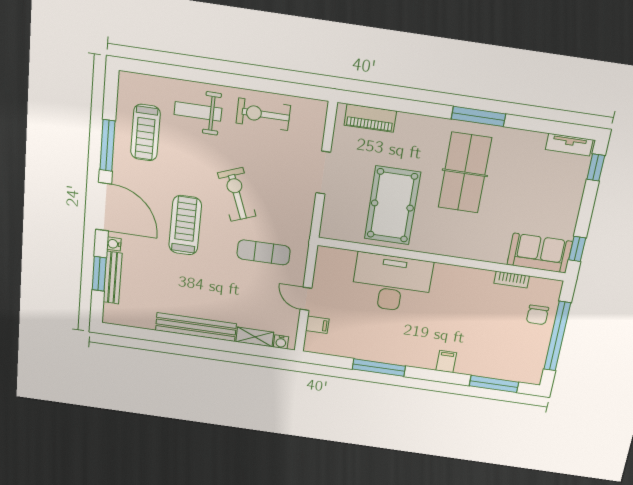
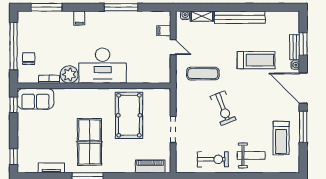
treadmill: (145, 133) -> (281, 138), turned 180
tv unit: (569, 145) -> (51, 168), moved
treadmill: (185, 225) -> (256, 60), moved, turned -90
bench: (113, 278) -> (295, 47), width x0.73
plant: (478, 282) -> (69, 75), added
desk: (392, 283) -> (103, 66), moved

